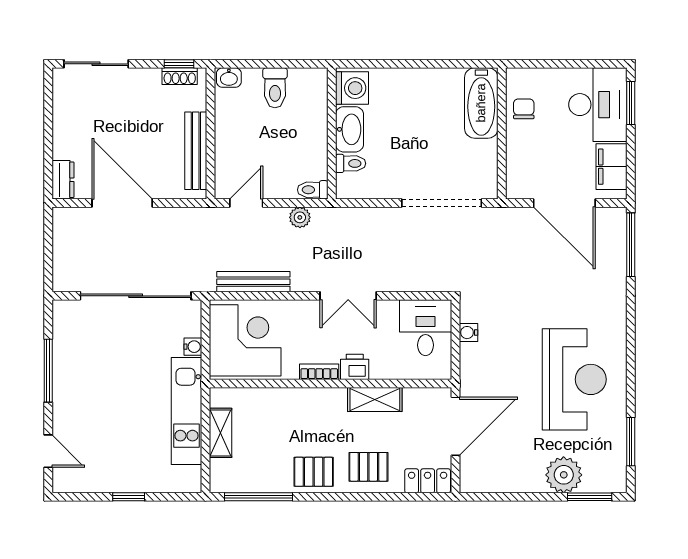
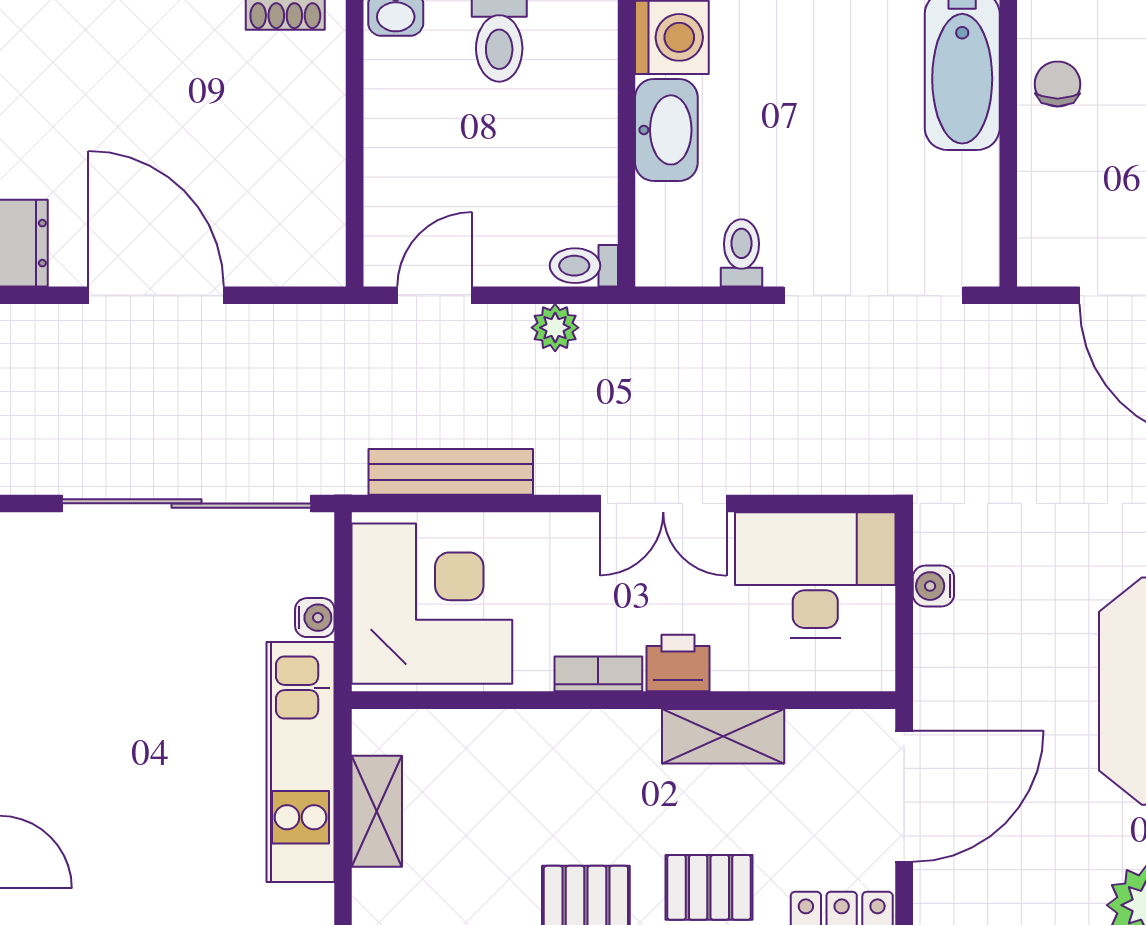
bench: (196, 151) -> (321, 178), removed
toilet: (351, 163) -> (741, 253), moved, turned -90
desk: (426, 328) -> (815, 575), width x1.37

